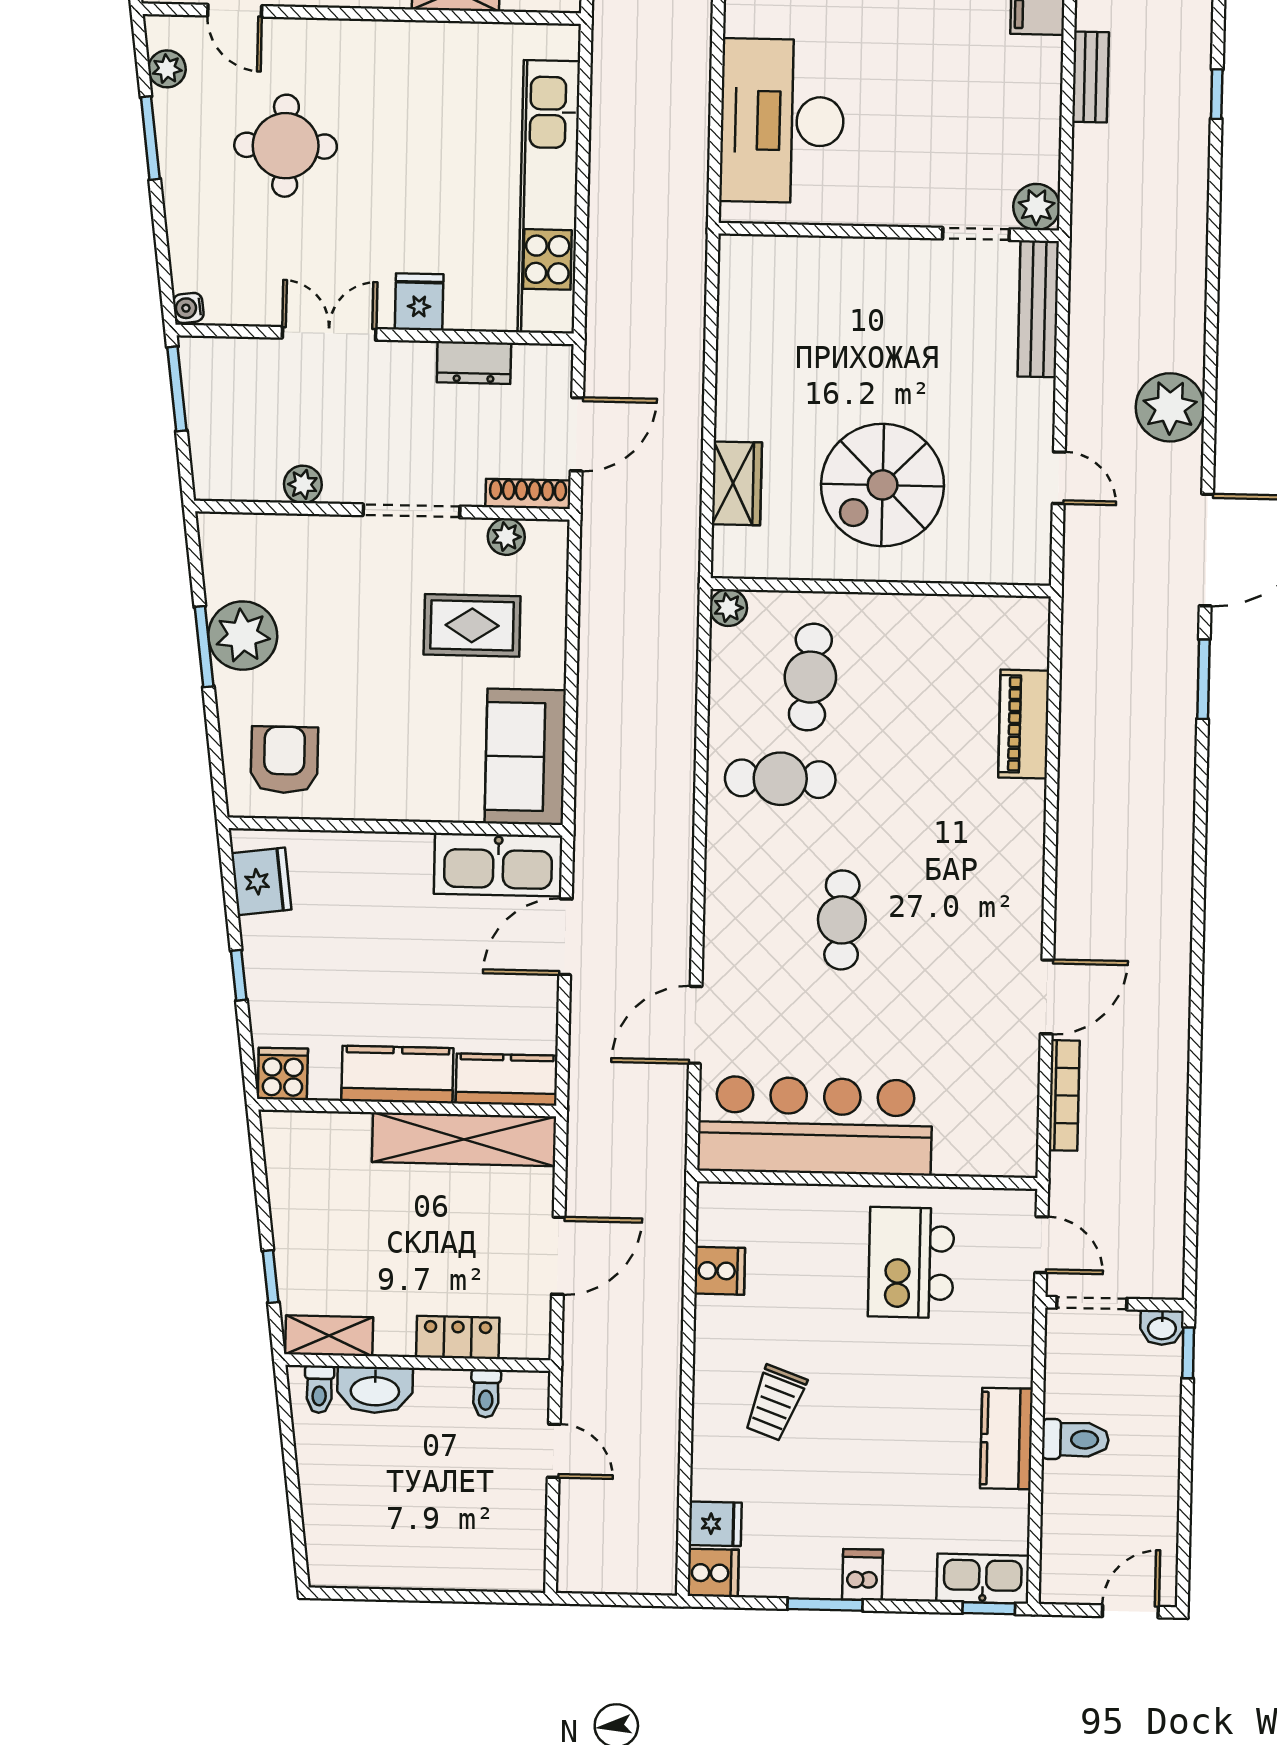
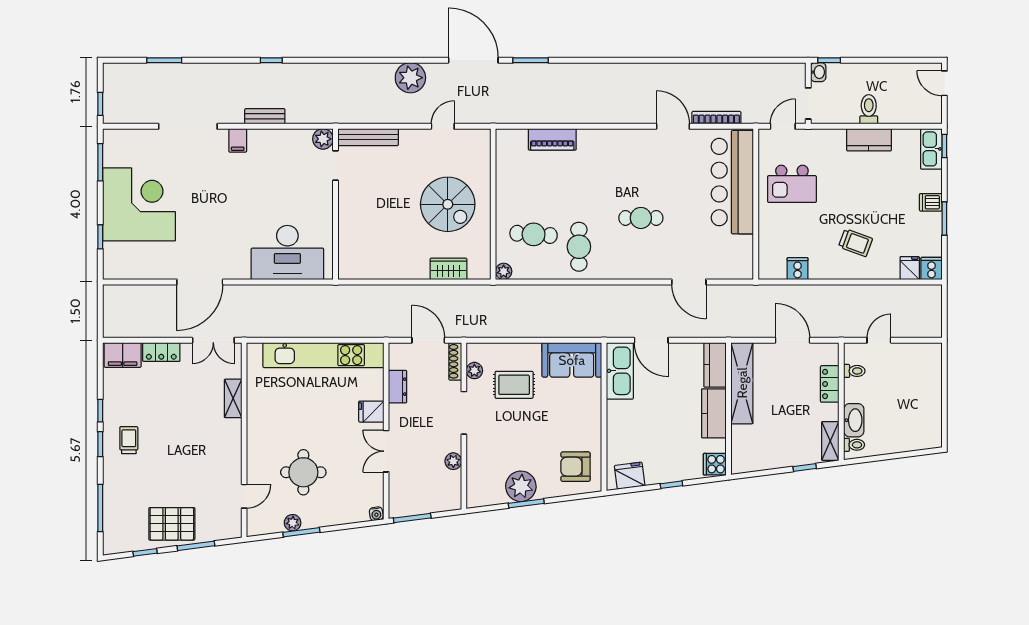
plant: (167, 69) -> (293, 523), moved
rug: (472, 625) -> (514, 385), turned 90
bar counter: (815, 1126) -> (732, 182), moved

